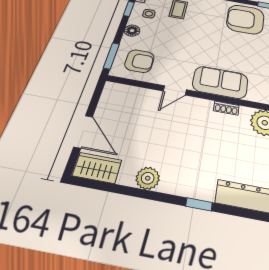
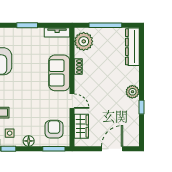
wardrobe: (97, 168) -> (81, 126), moved, turned 180
plant: (148, 178) -> (132, 92), moved
window: (199, 204) -> (141, 107), moved

